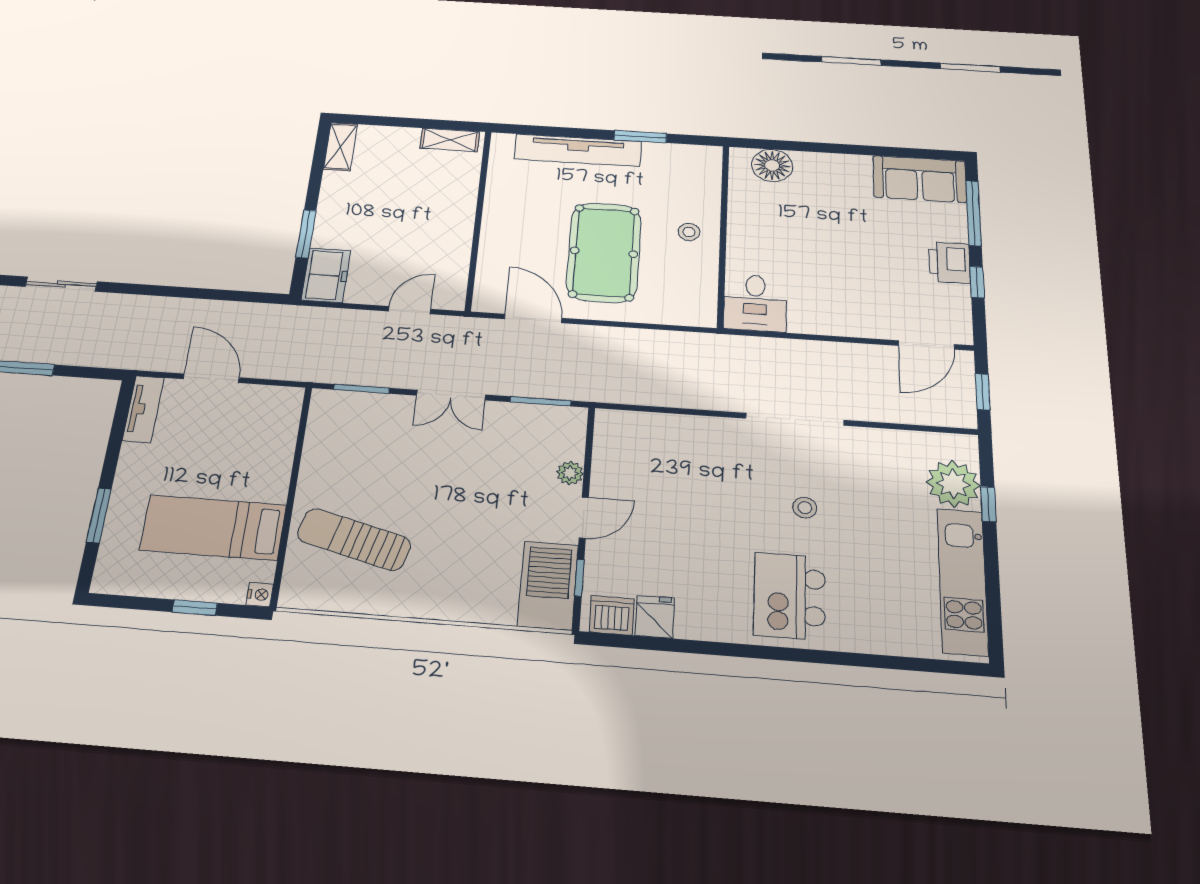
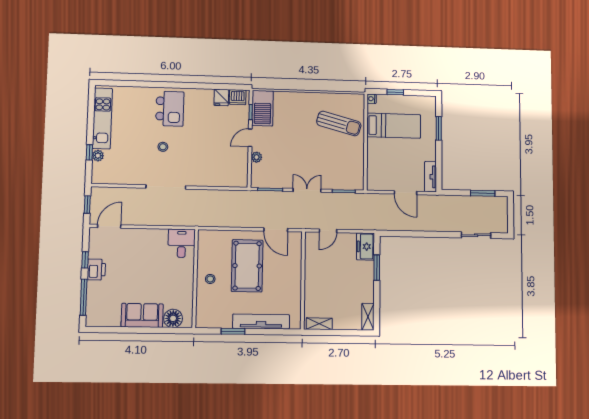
sofa: (920, 179) -> (142, 315), moved
plant: (953, 484) -> (98, 156), width x0.53, depth x0.53

